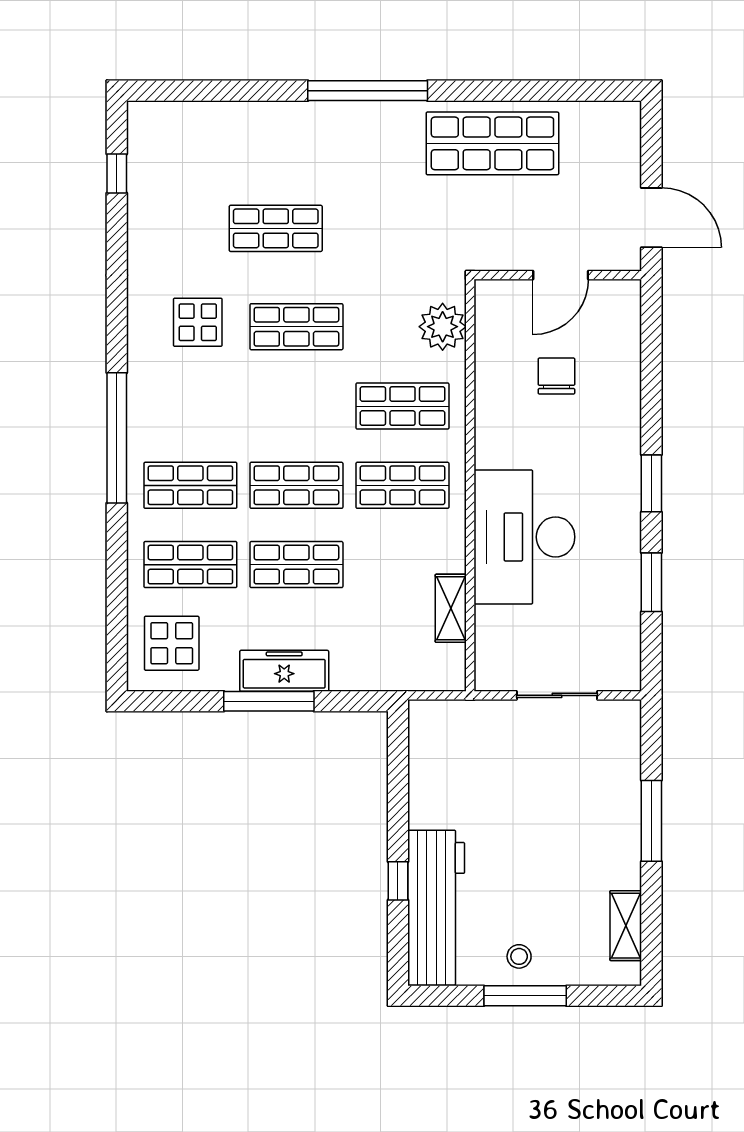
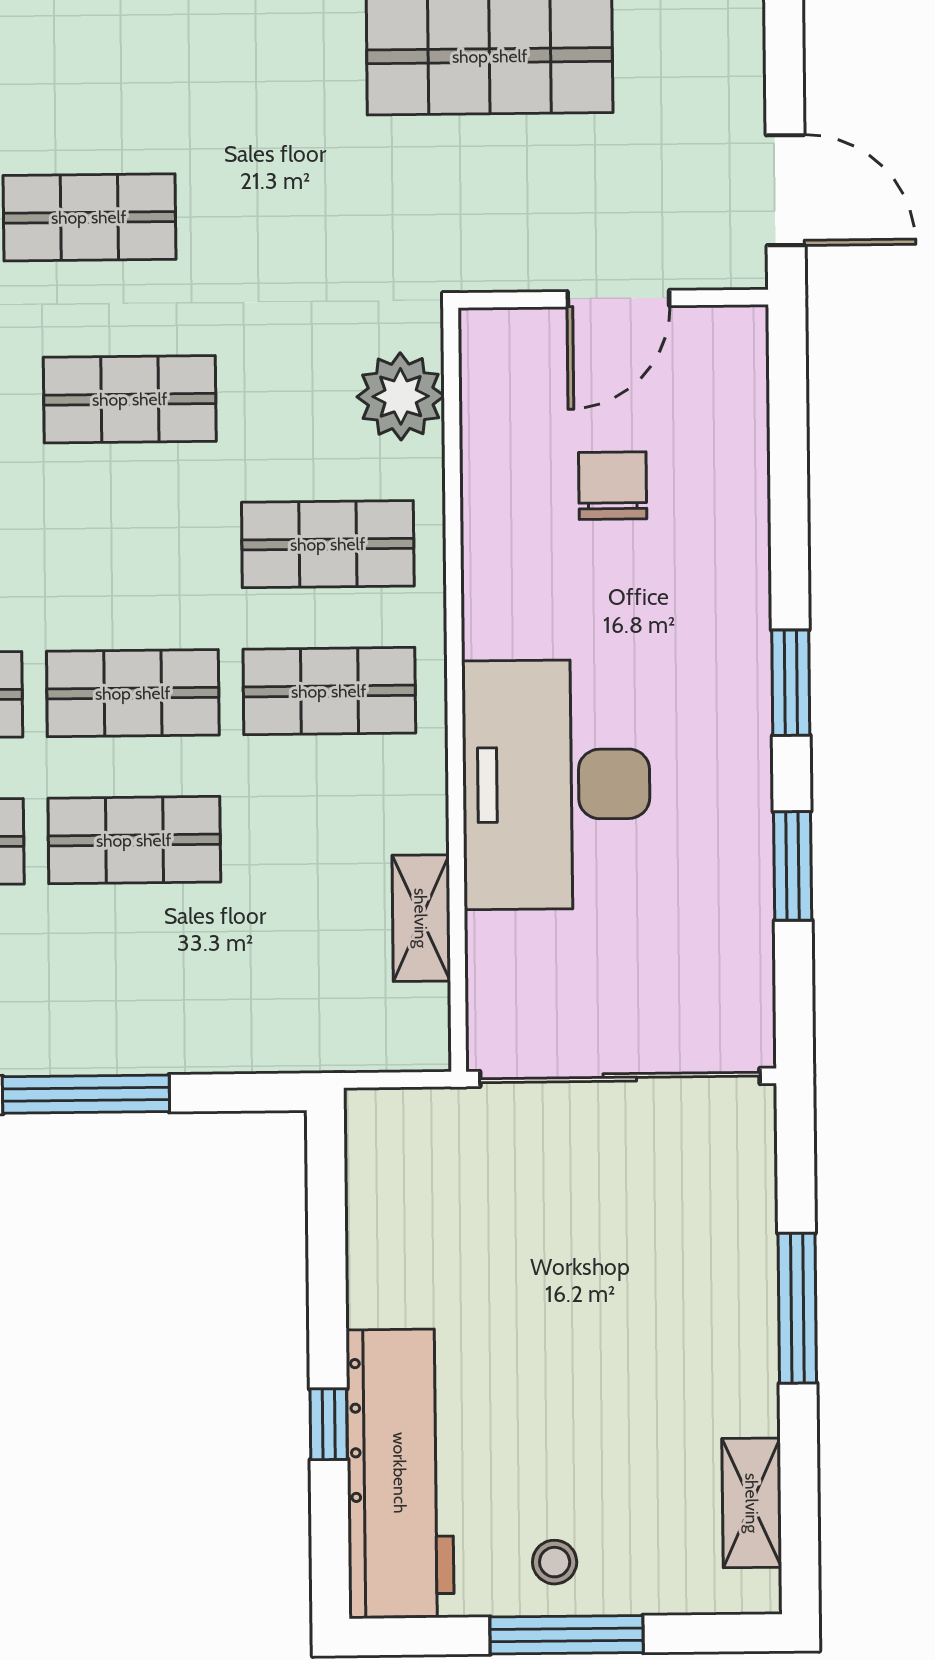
freezer: (284, 671) -> (114, 1037), removed
sliding door: (557, 695) -> (620, 1077), width x1.86

